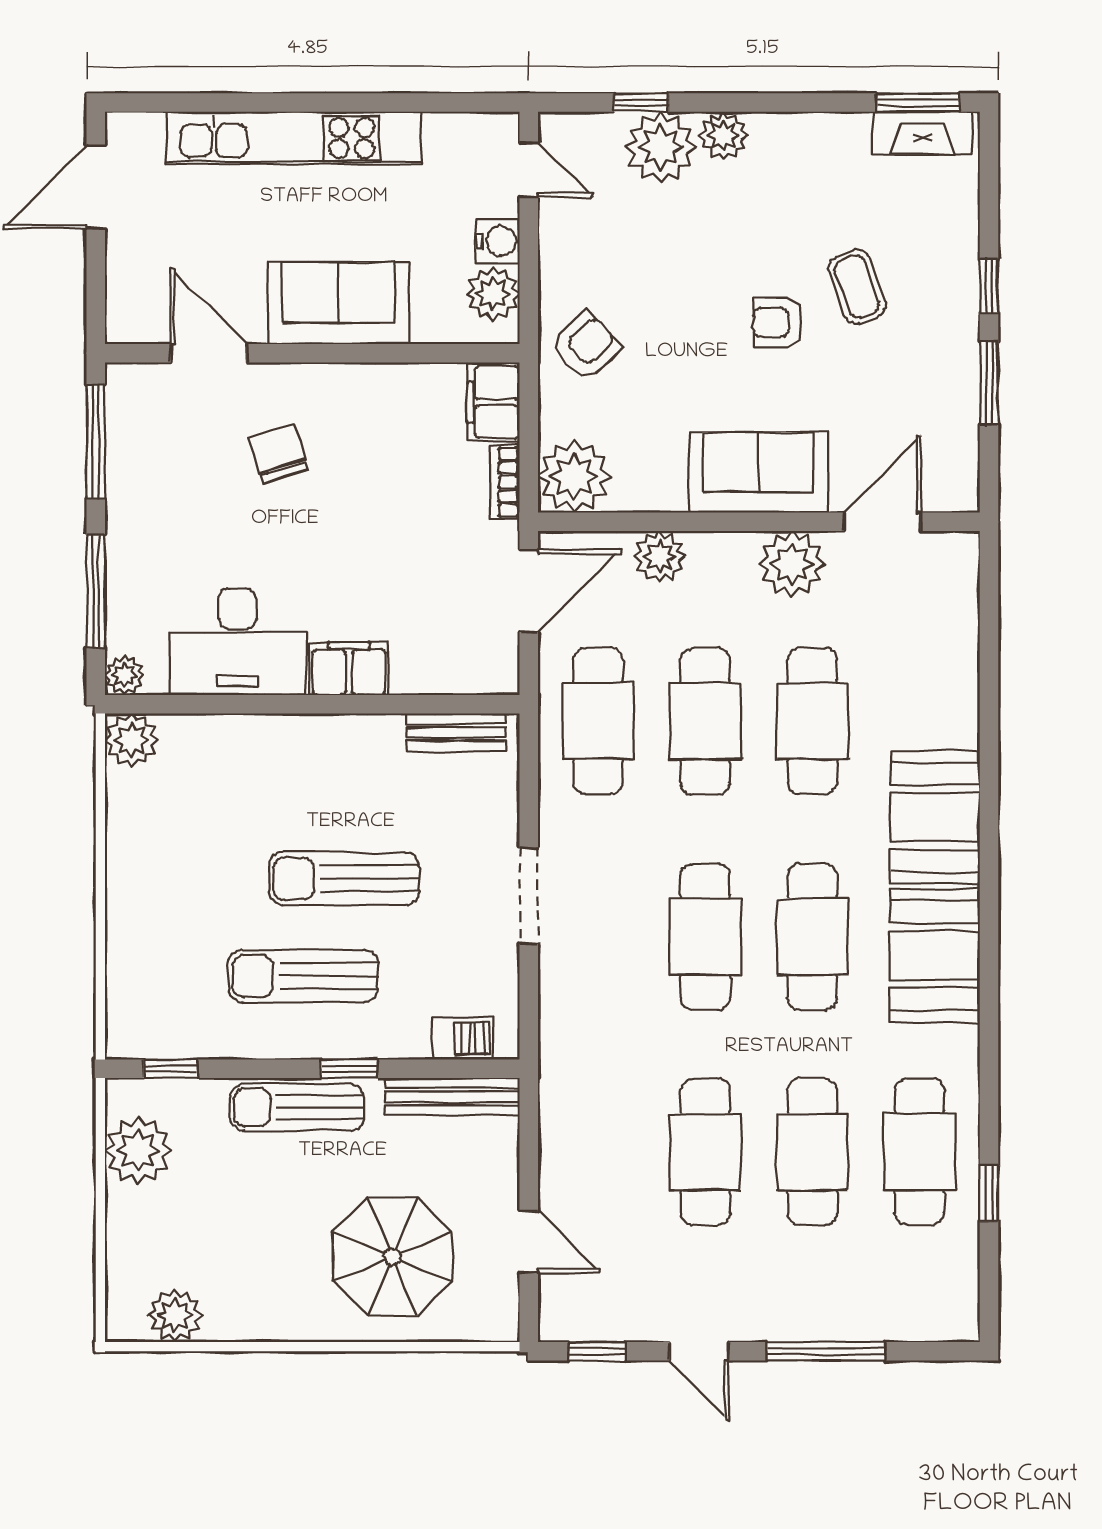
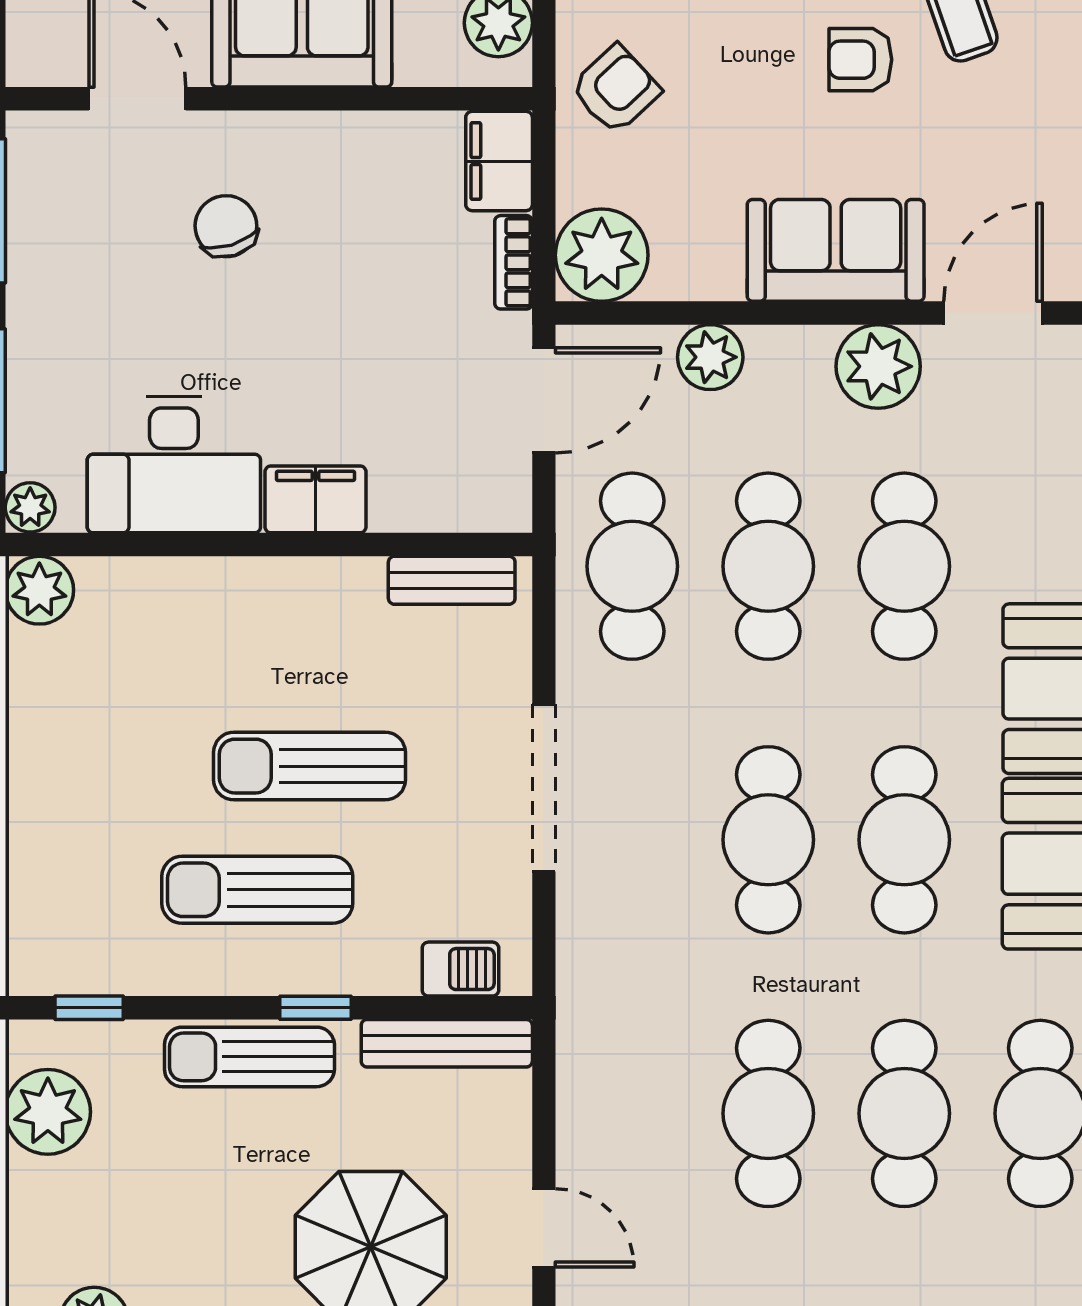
doorway: (529, 896) -> (544, 788), width x1.36

